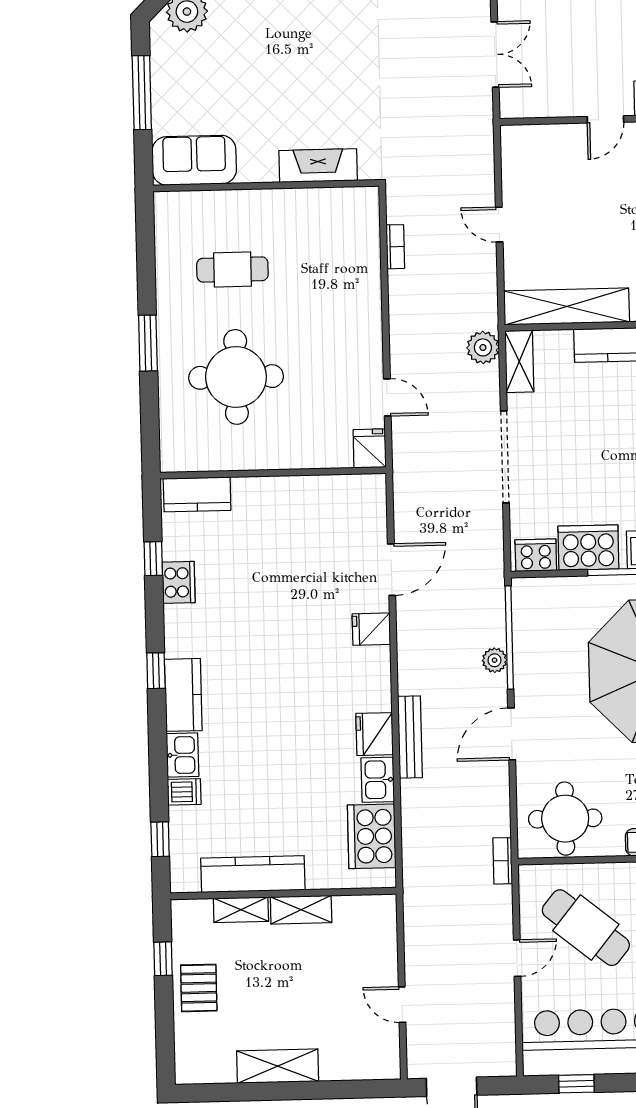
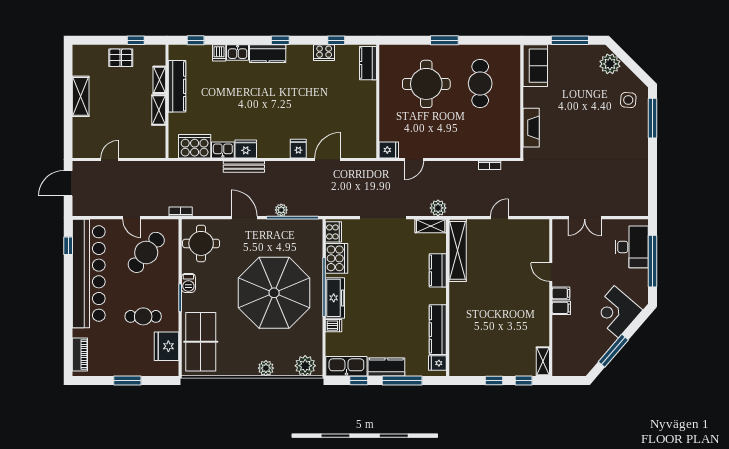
cafe table: (232, 269) -> (480, 83), width x1.37, depth x1.35
door: (392, 570) -> (328, 159), swing flipped

